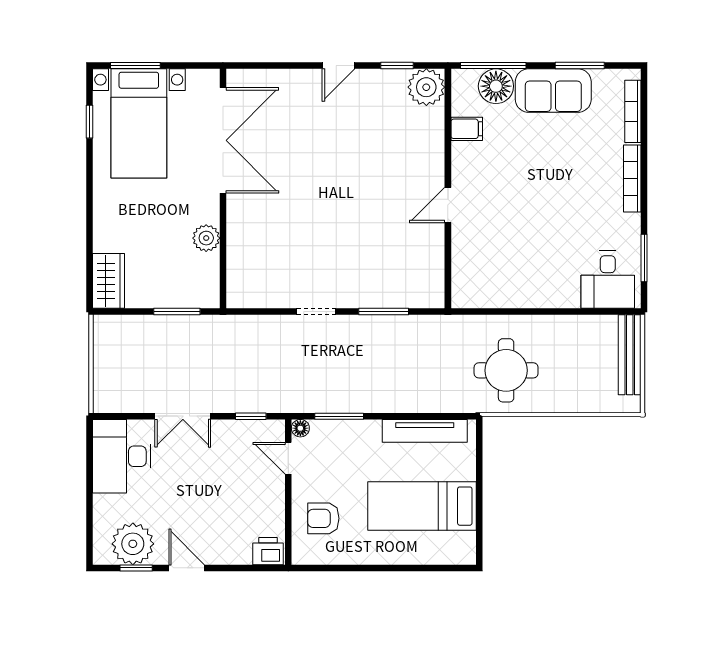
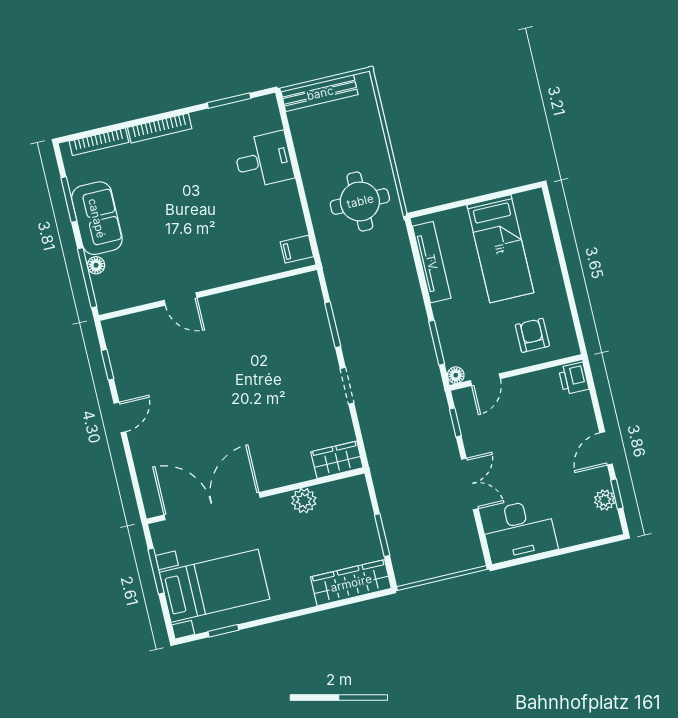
window: (135, 66) -> (156, 571), moved
door: (339, 66) -> (120, 417), hinge flipped
floor lamp: (496, 86) -> (96, 265), width x0.53, depth x0.53
plant: (426, 87) -> (121, 334), removed
filing cabinet: (467, 129) -> (297, 249), moved, turned -90
door: (448, 205) -> (181, 299), moved
desk: (608, 280) -> (264, 160), moved
wardrobe: (109, 281) -> (351, 583), width x1.50
wardrobe: (241, 283) -> (337, 460), added
window: (177, 312) -> (382, 535), moved
armchair: (323, 518) -> (532, 335), turned 180
plant: (133, 544) -> (605, 500), width x0.53, depth x0.53

